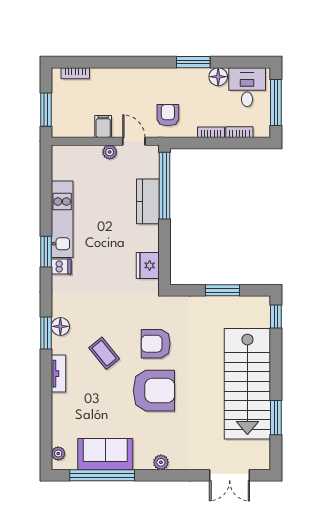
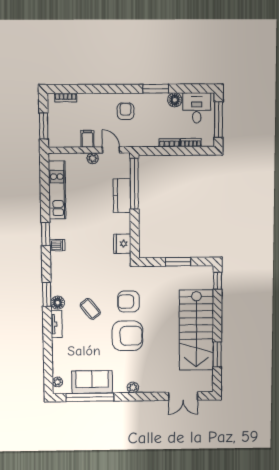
armchair: (168, 115) -> (126, 111), moved
kitchen unit: (62, 219) -> (57, 190), moved
floor lamp: (60, 326) -> (58, 303), moved

